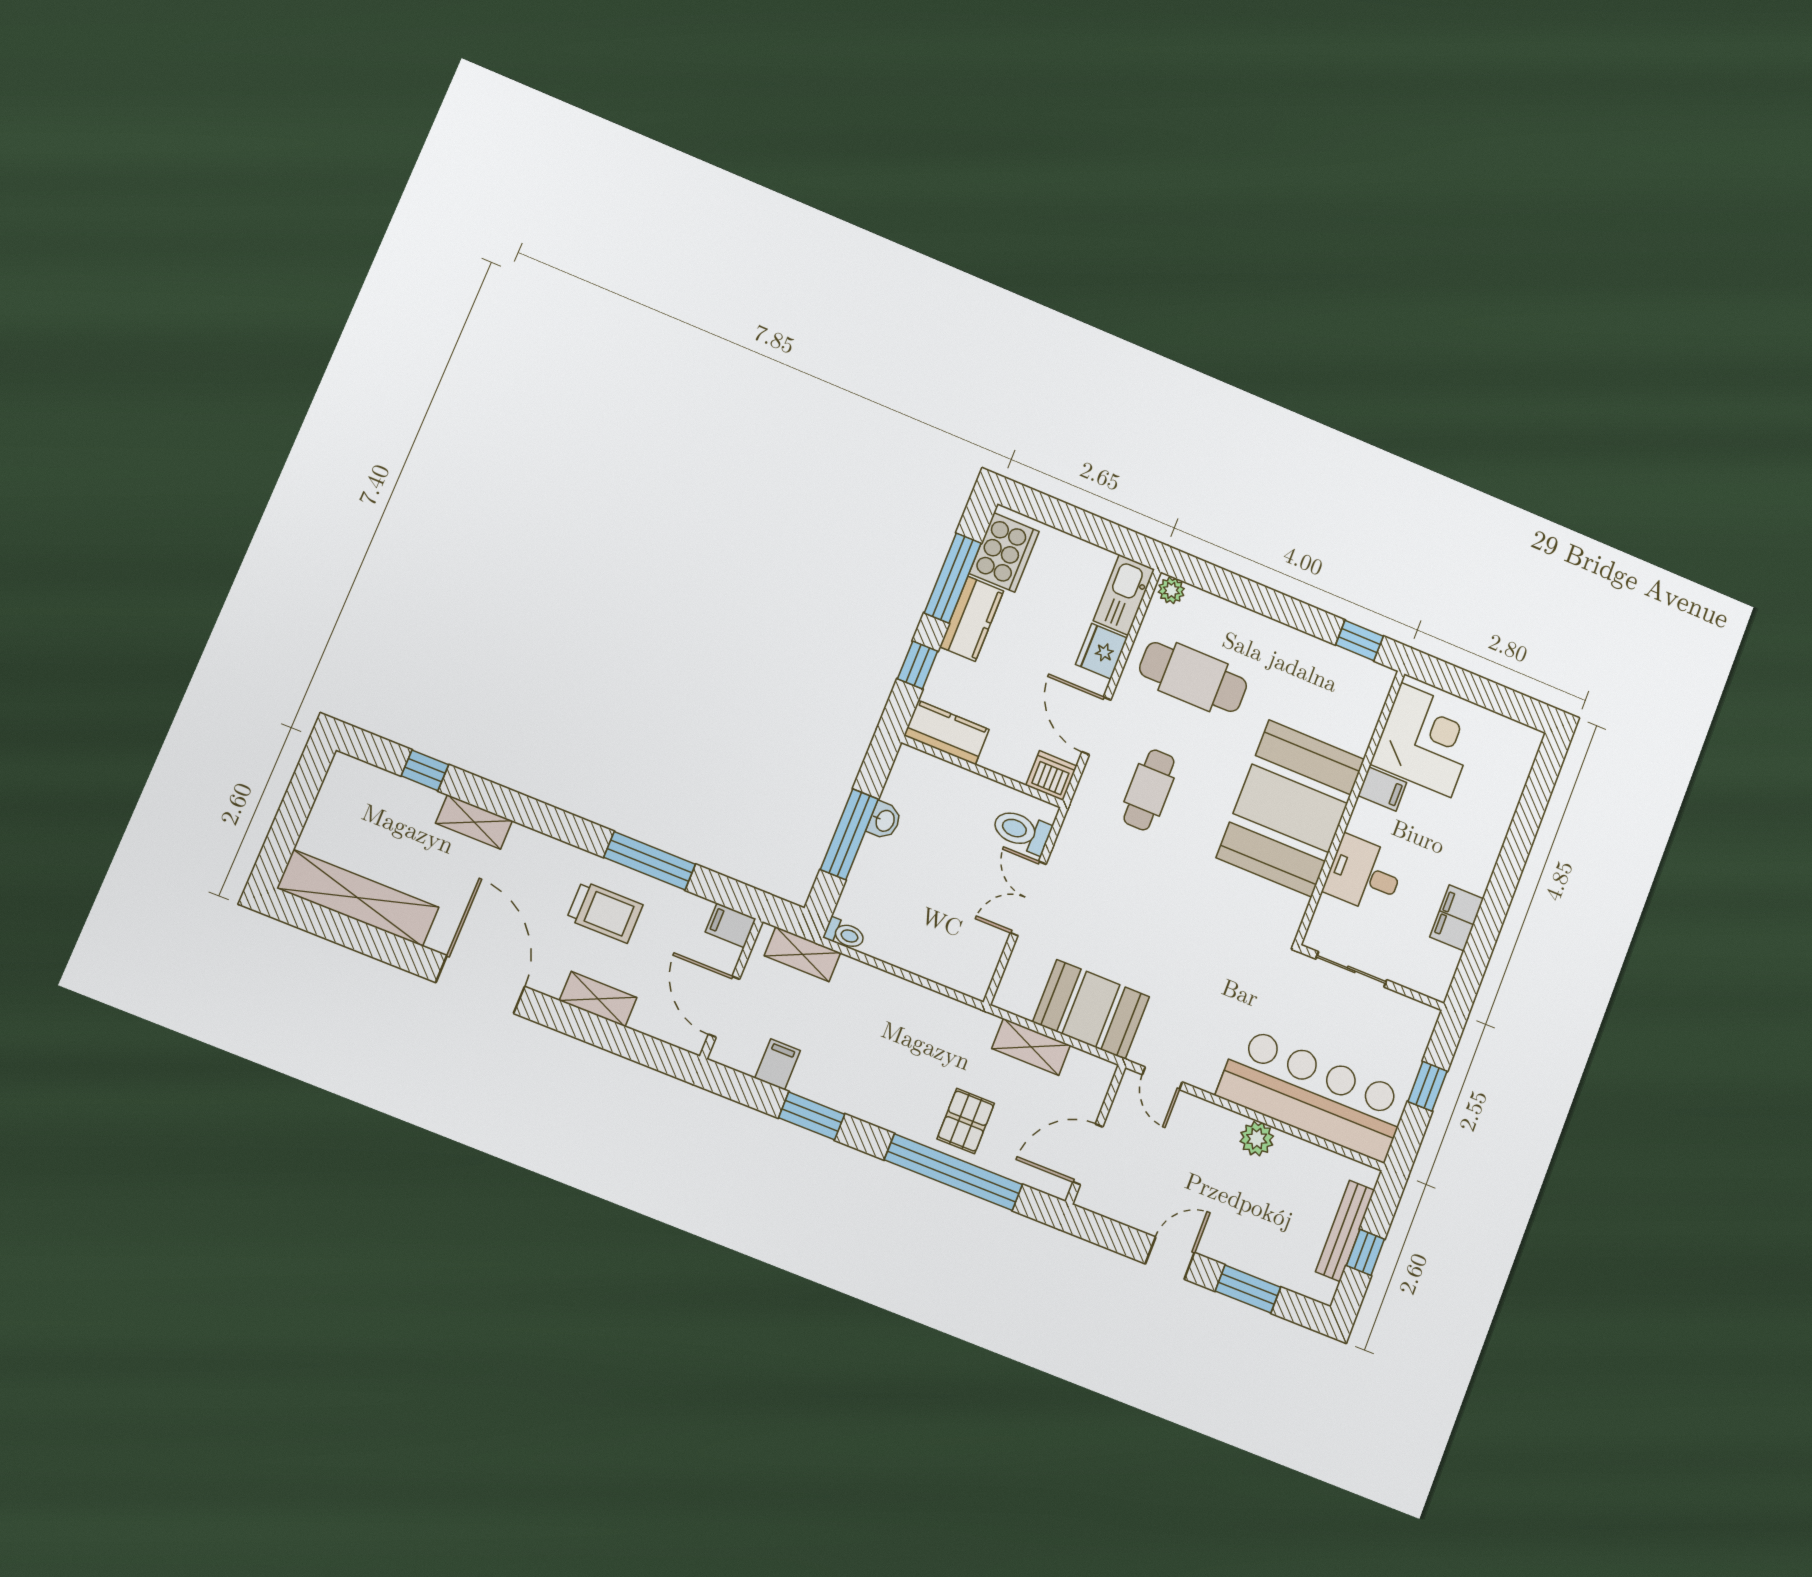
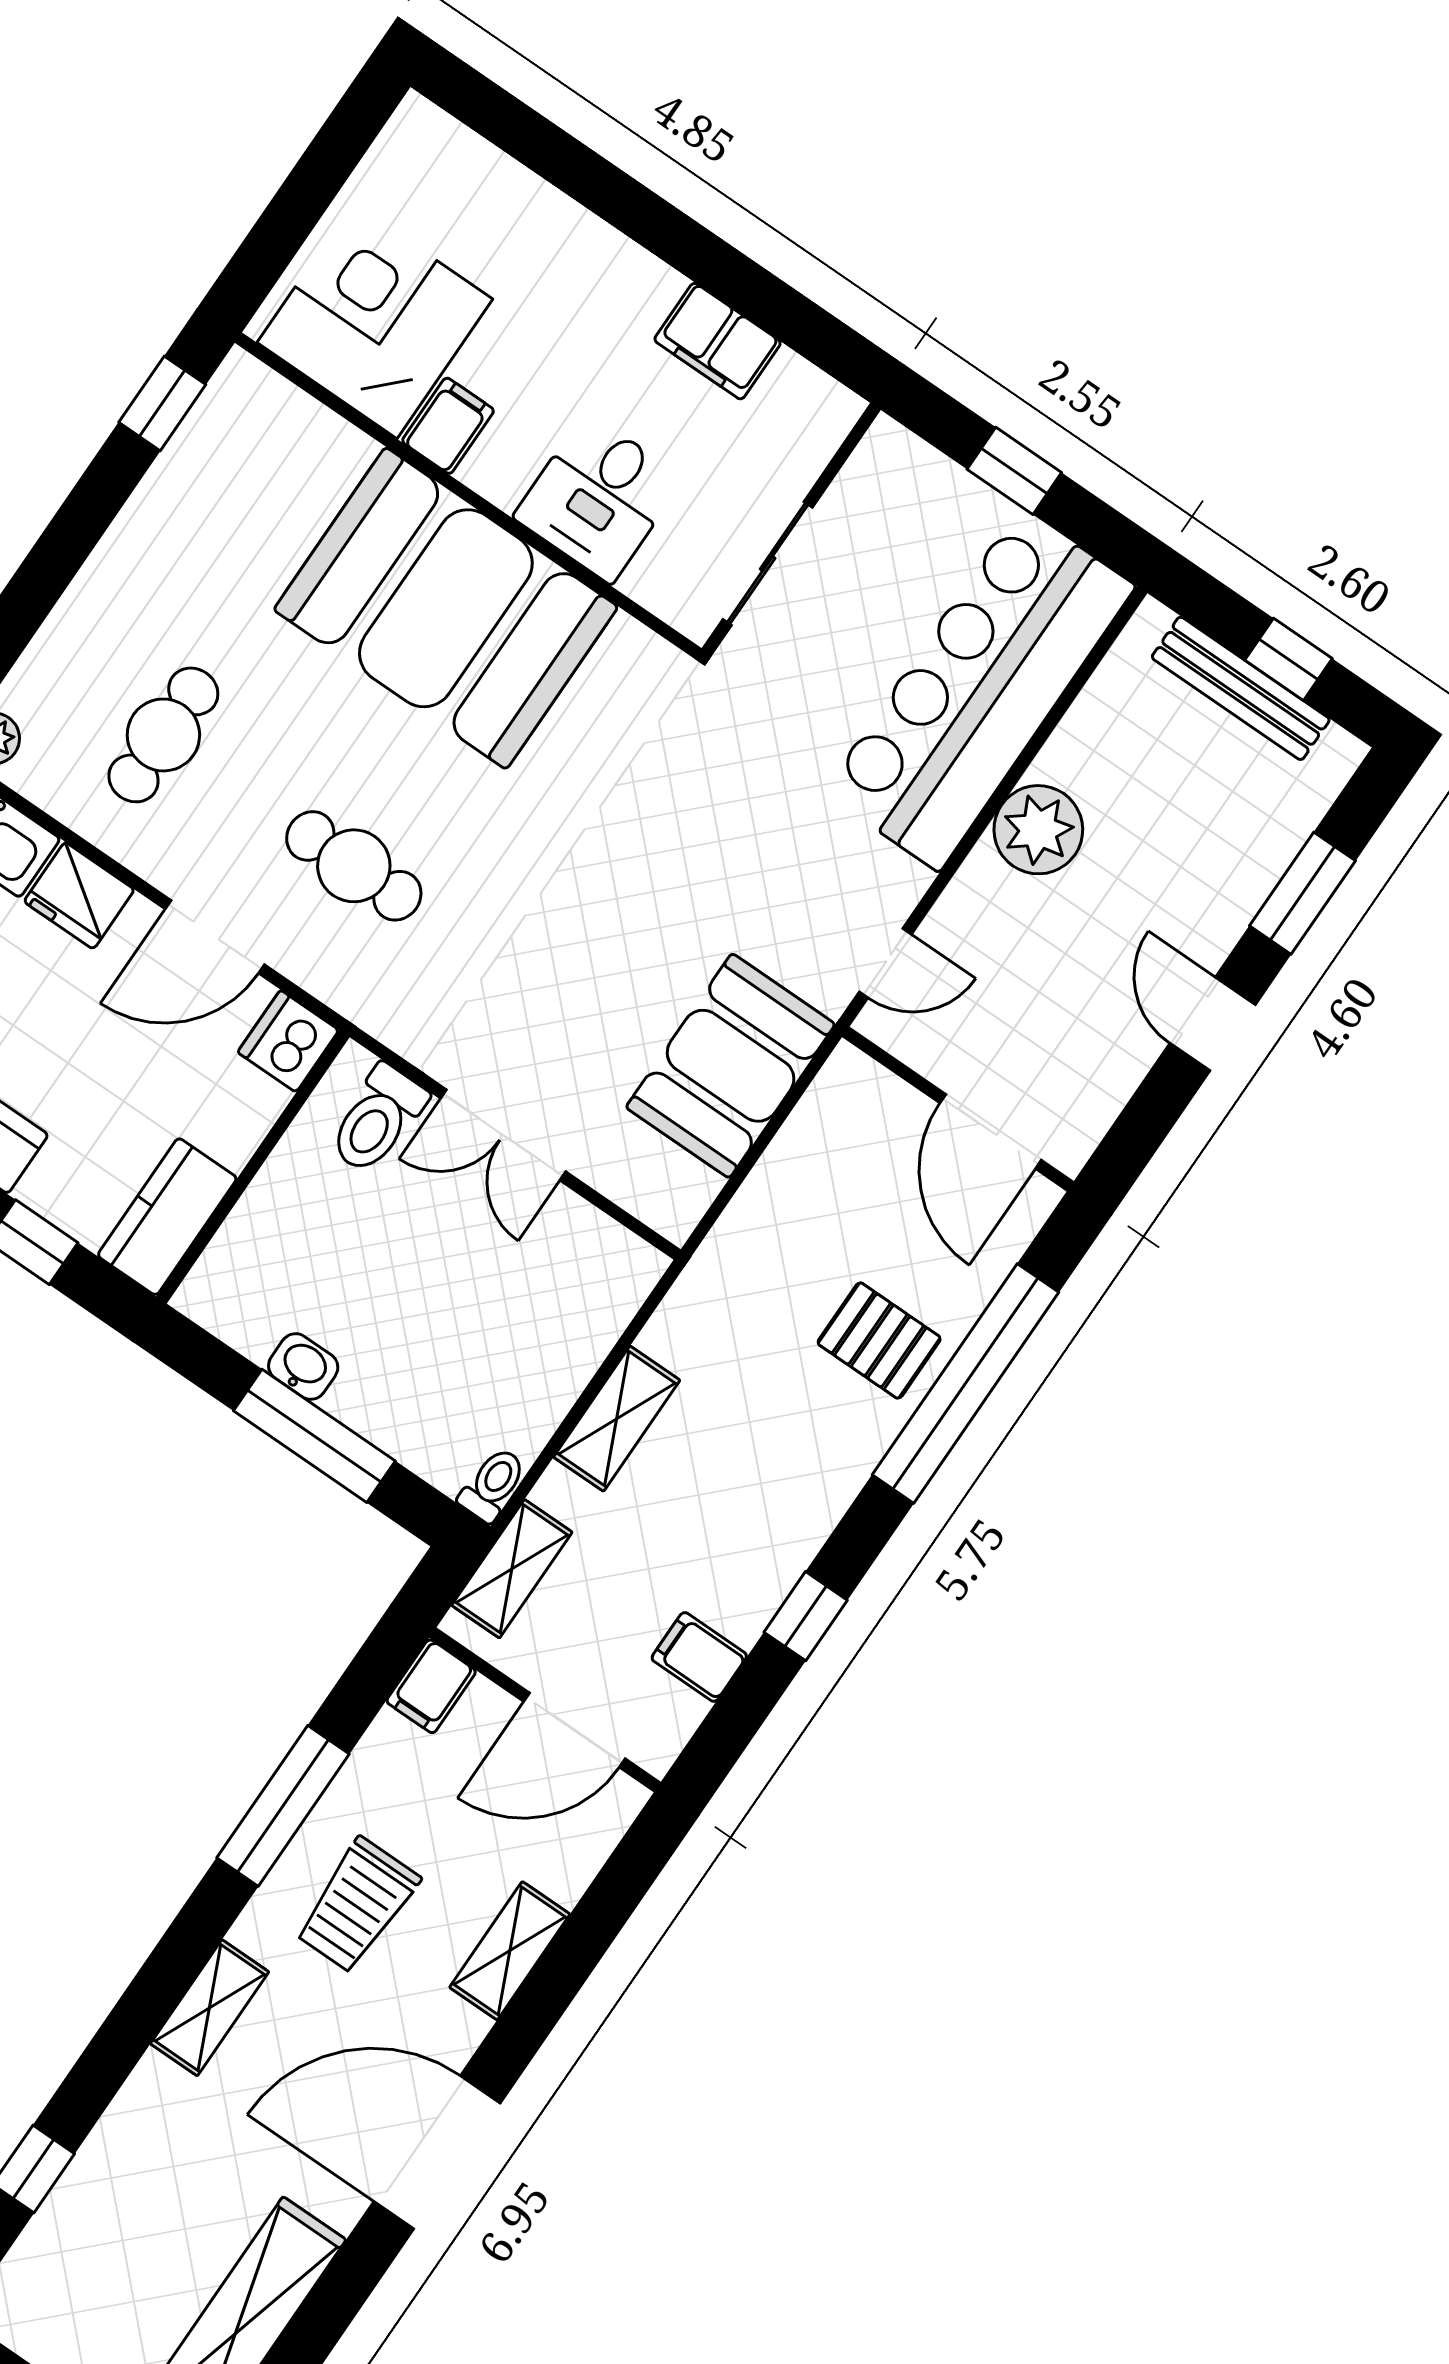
cafe table: (1193, 677) -> (163, 735), width x0.73, depth x0.74
shelving: (474, 822) -> (210, 2008), moved
trolley: (605, 912) -> (357, 1905), turned 180
shelving: (1031, 1047) -> (617, 1419), moved
window: (812, 1116) -> (806, 1616), width x0.67
plant: (1257, 1139) -> (1038, 830), width x1.36, depth x1.36

